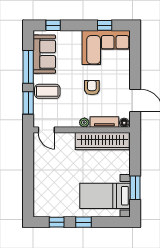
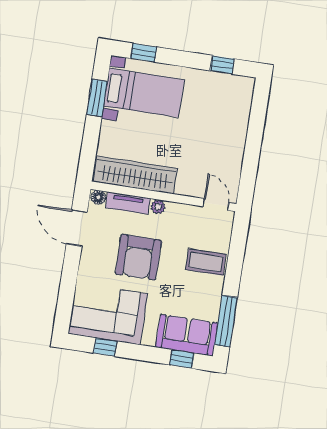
sofa: (44, 54) -> (187, 335), moved, turned 90
window: (28, 67) -> (226, 321), moved
armchair: (92, 88) -> (138, 257), width x1.88, depth x1.88
window: (28, 103) -> (237, 249), removed
window: (84, 222) -> (144, 53), moved

